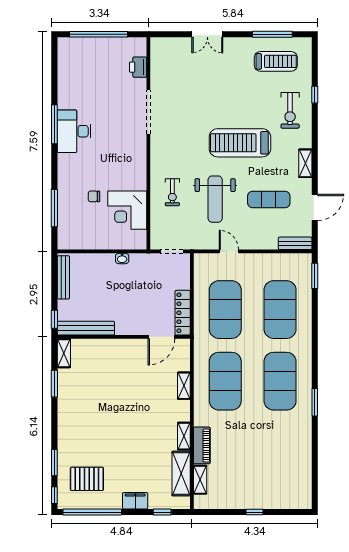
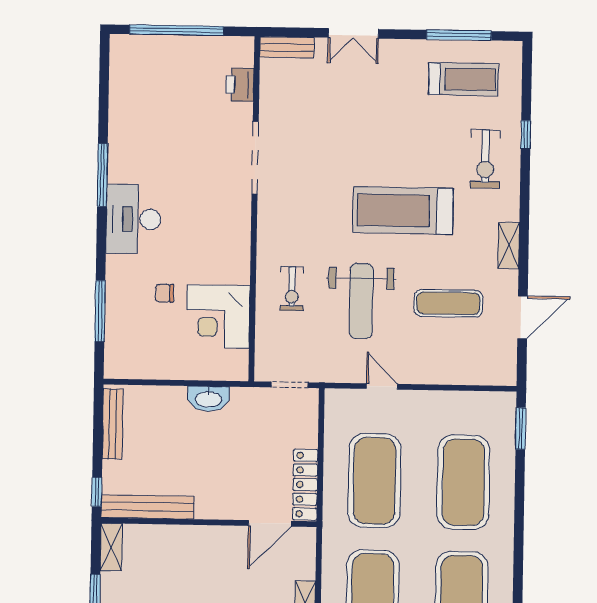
desk: (74, 131) -> (133, 219), moved
bench: (295, 243) -> (287, 47), moved
washbasin: (122, 258) -> (208, 399), width x1.91, depth x1.45

